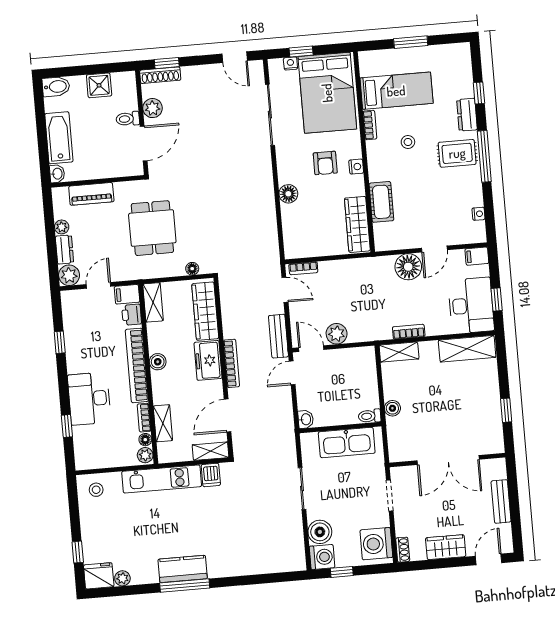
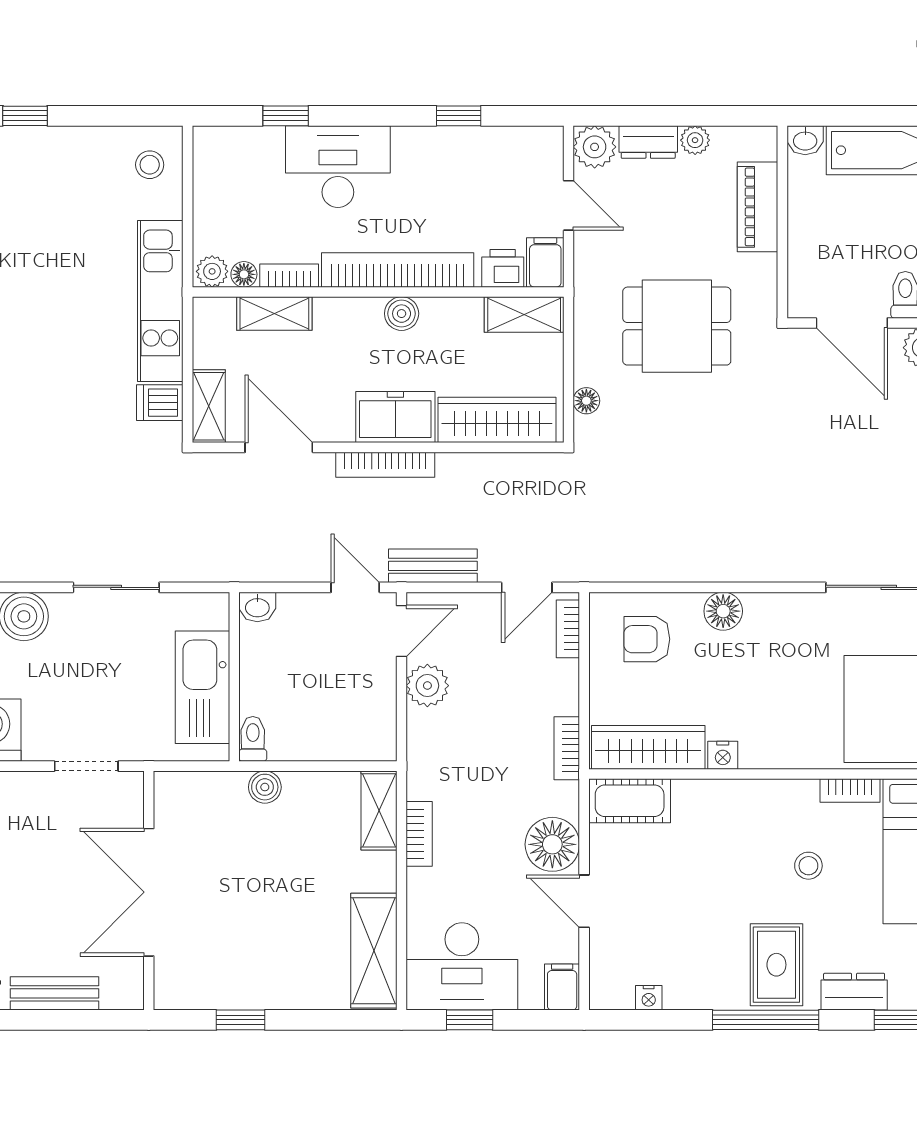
armchair: (325, 163) -> (647, 639), moved
nightstand: (356, 167) -> (723, 755), moved
cot: (381, 202) -> (630, 801), moved
bookcase: (361, 264) -> (567, 748), added

